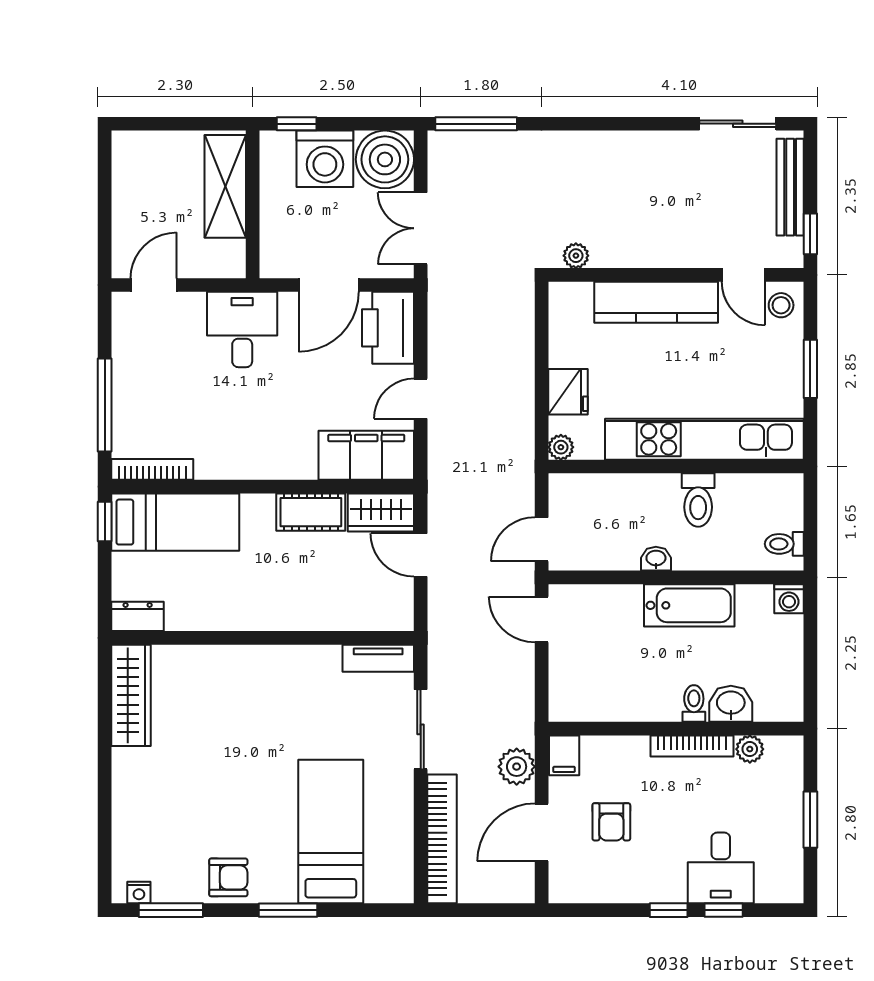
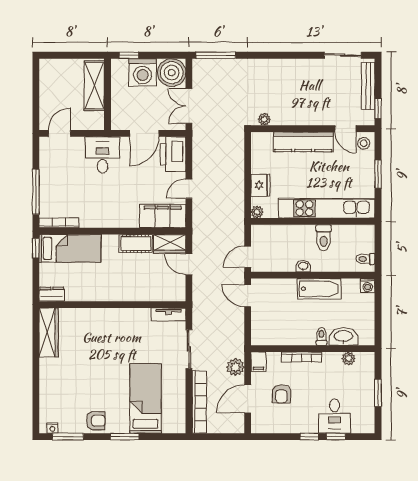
washbasin: (731, 704) -> (343, 336), width x1.38
bookcase: (692, 746) -> (301, 357), moved

